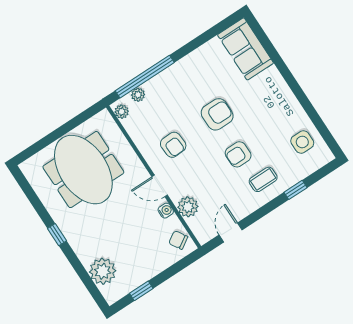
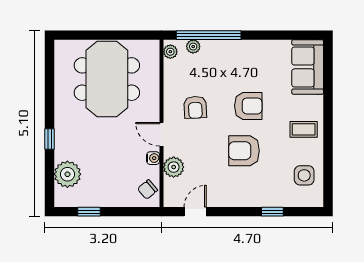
armchair: (238, 154) -> (244, 151), width x1.38, depth x1.38
coffee table: (263, 179) -> (304, 129), moved
window: (57, 235) -> (50, 139), moved
chair: (178, 240) -> (148, 189), turned -98

